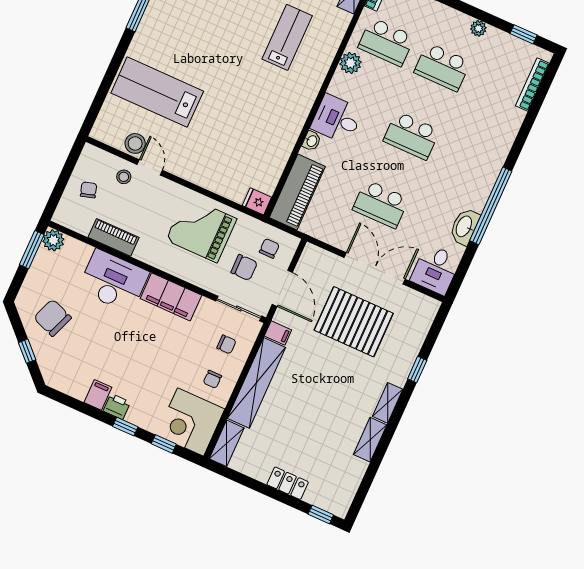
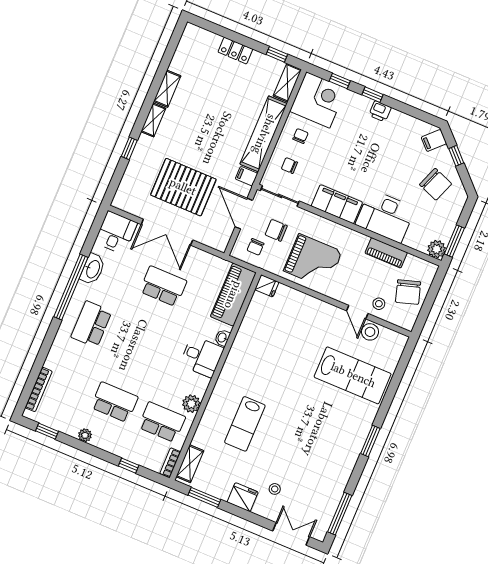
school desk: (411, 136) -> (91, 324), moved, turned -90
chair: (89, 190) -> (408, 292), width x1.87, depth x1.87
filing cabinet: (98, 395) -> (434, 140), moved, turned 45
window: (321, 514) -> (277, 54), moved

